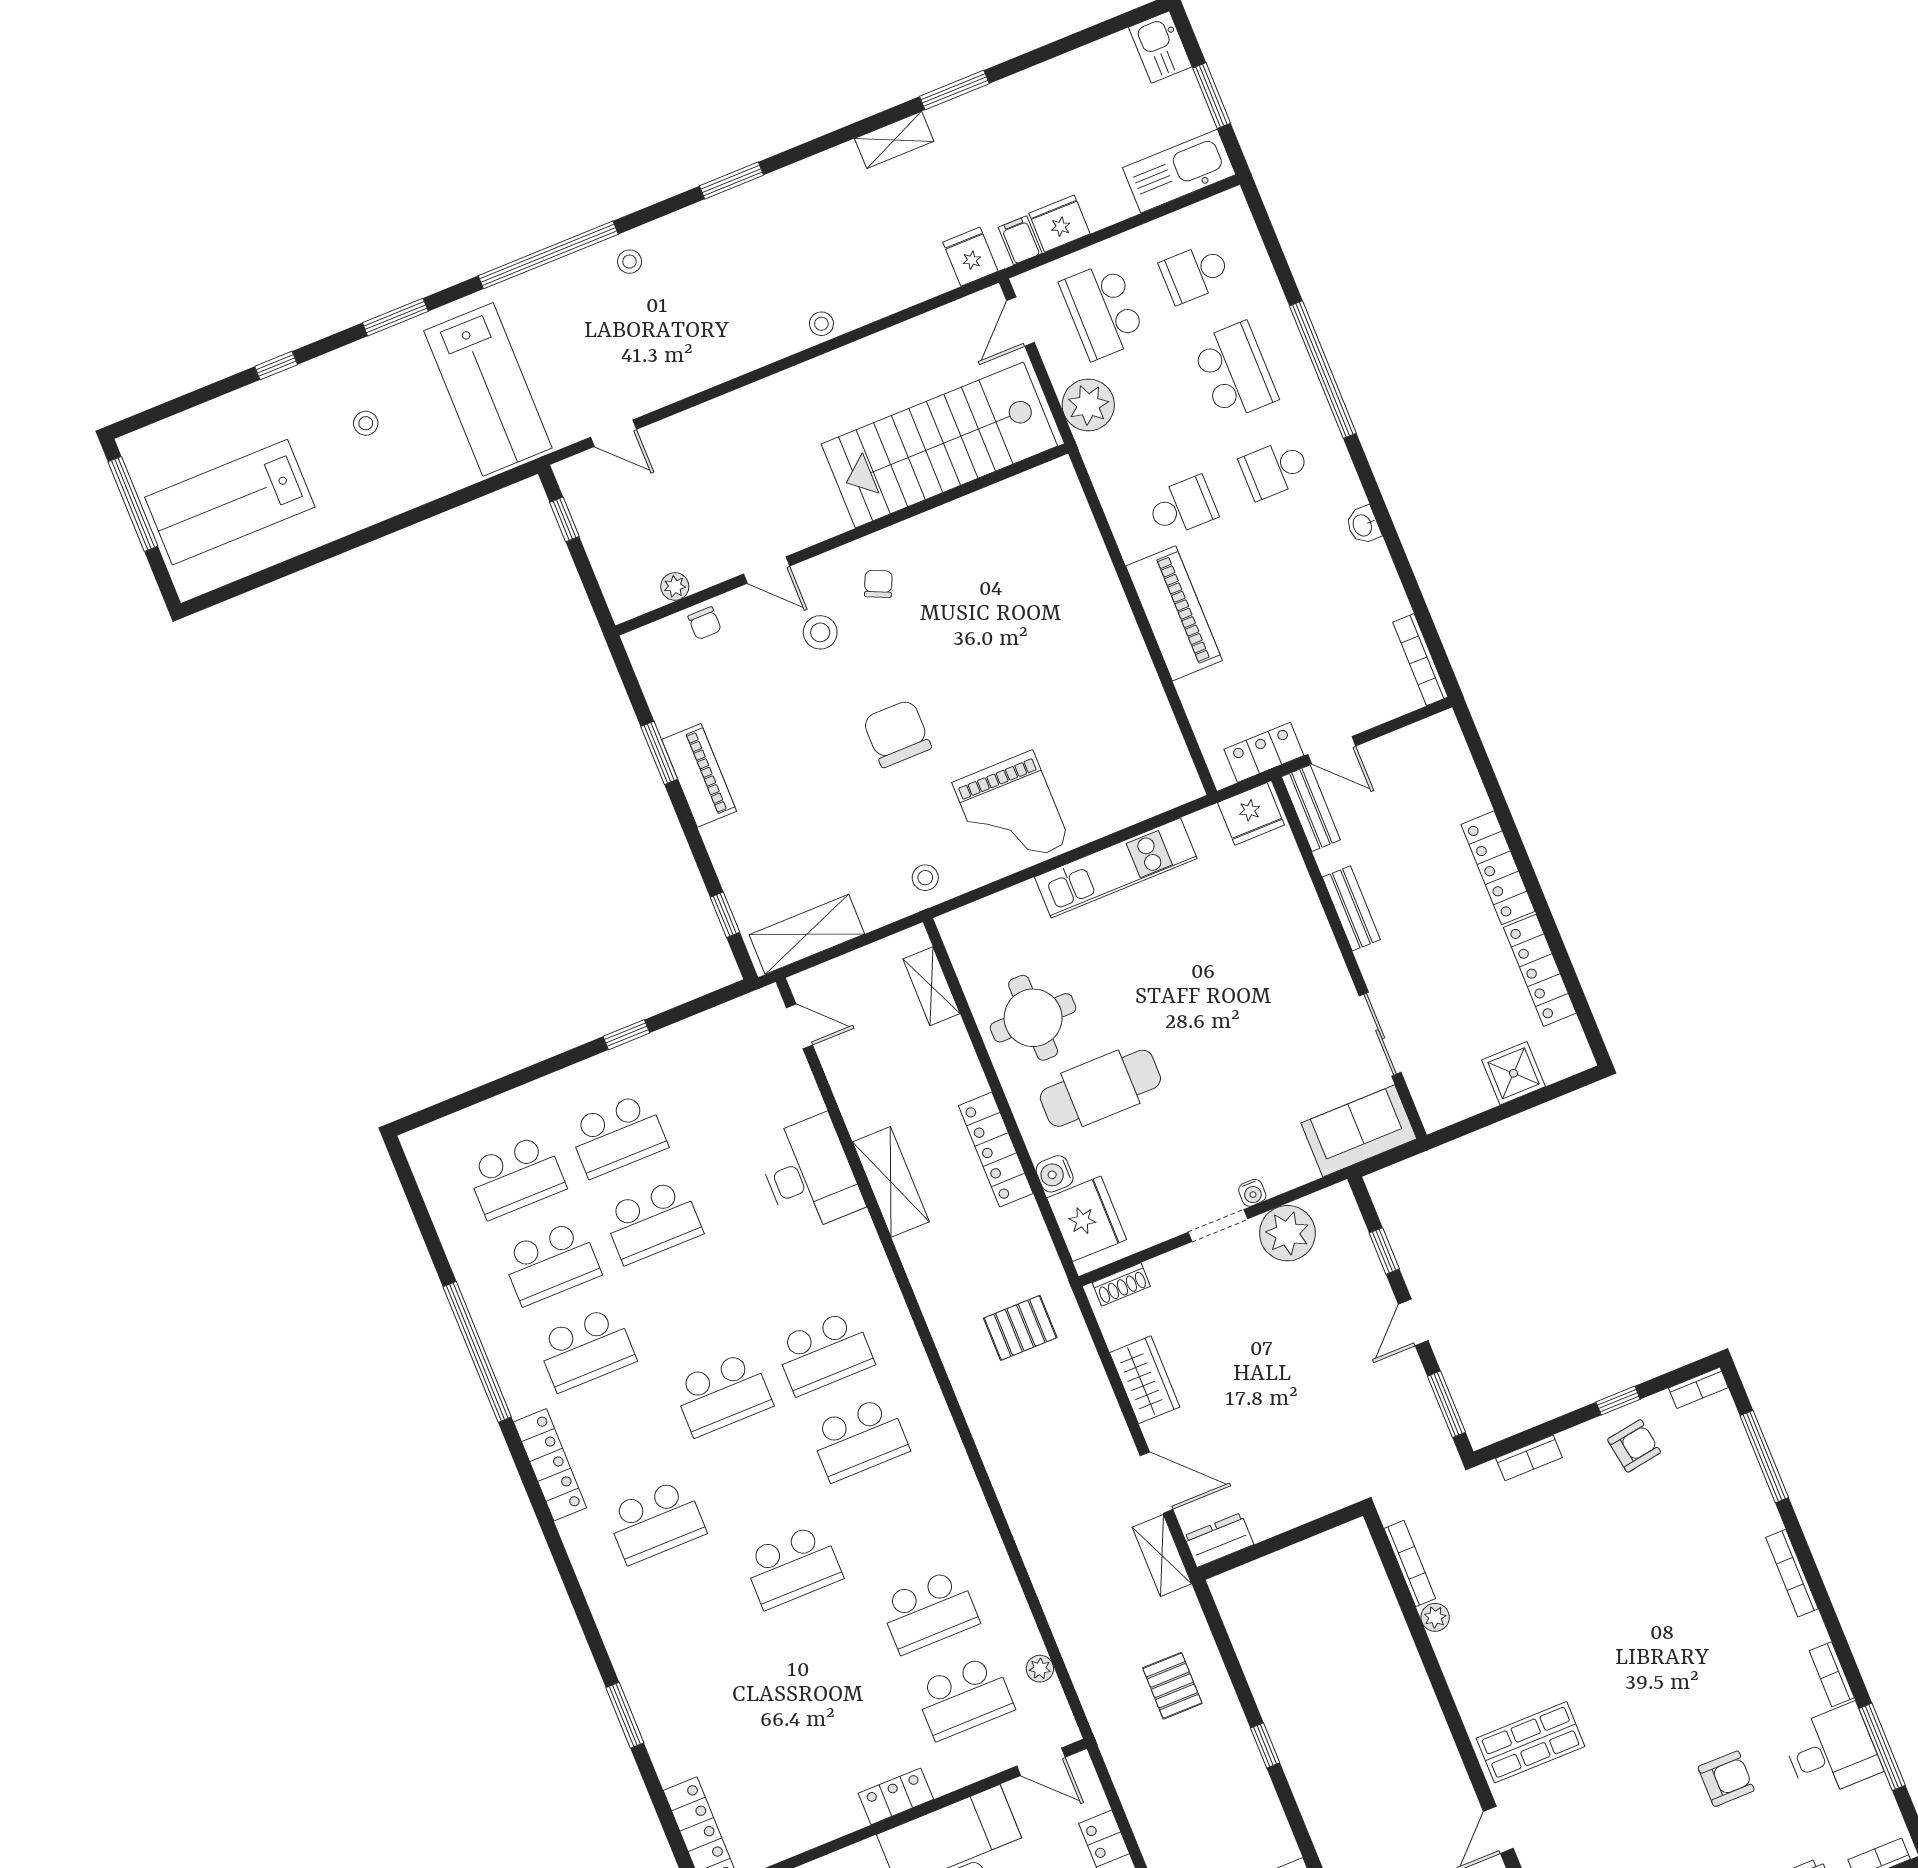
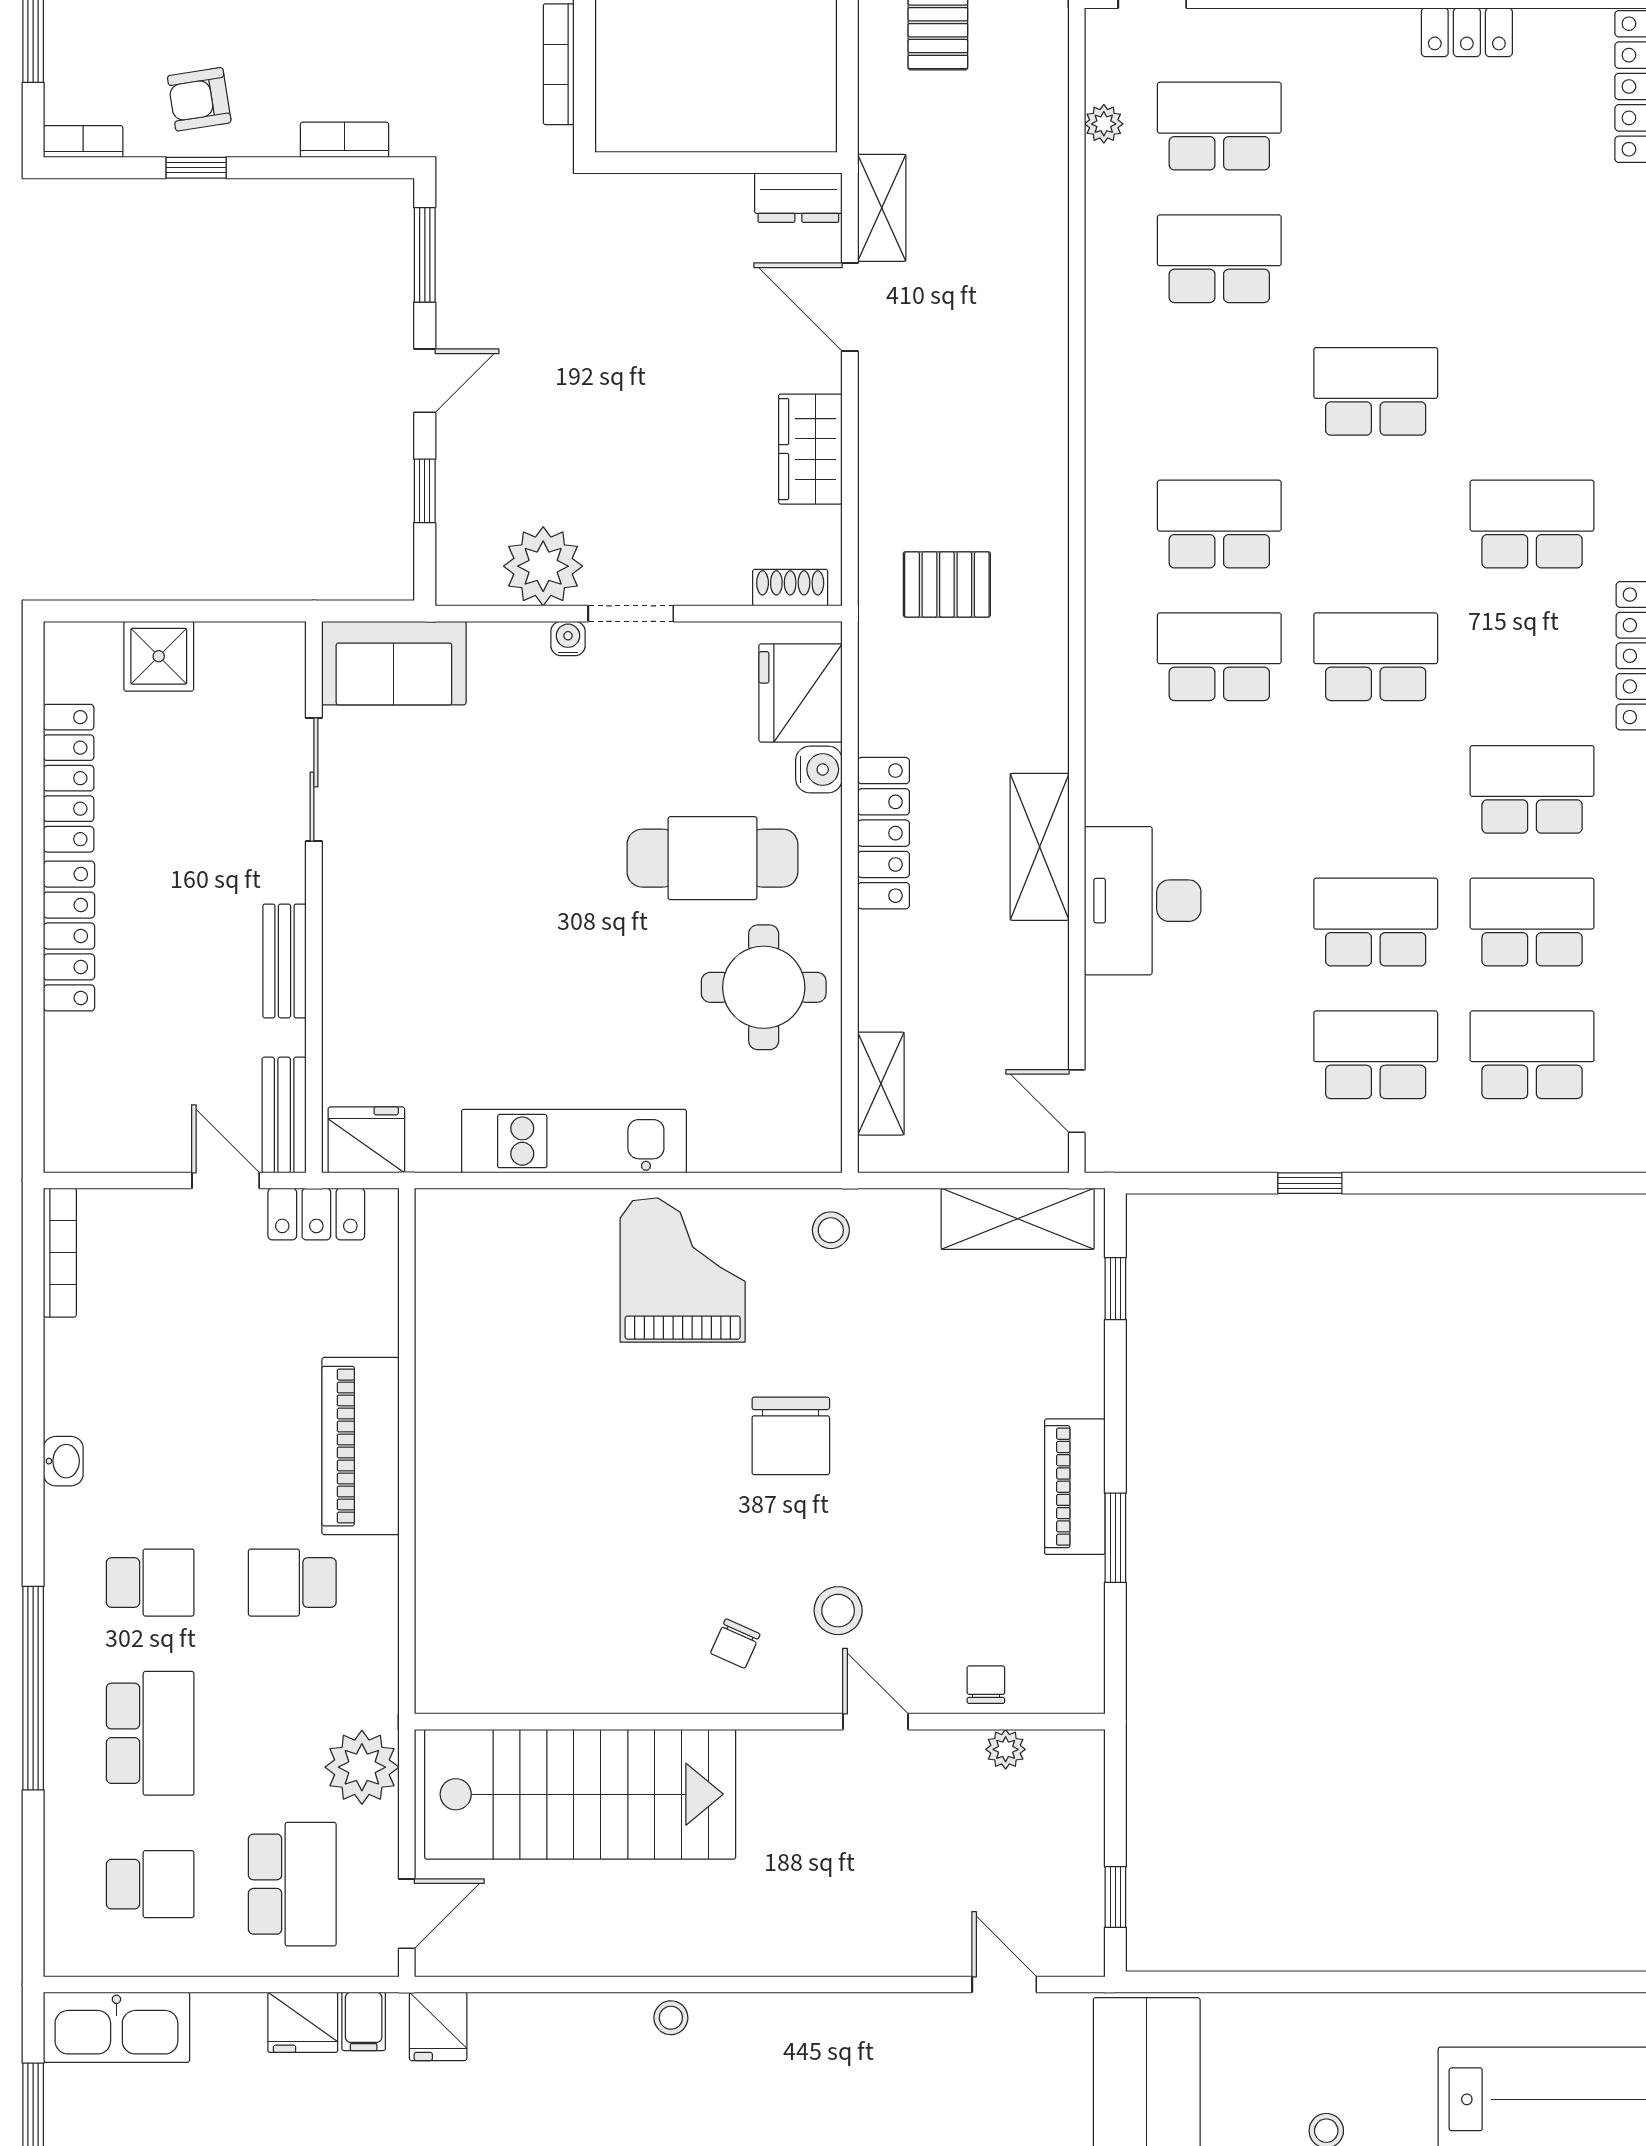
school desk: (1235, 371) -> (150, 1733), turned 180
locker: (896, 1796) -> (1467, 32), moved

